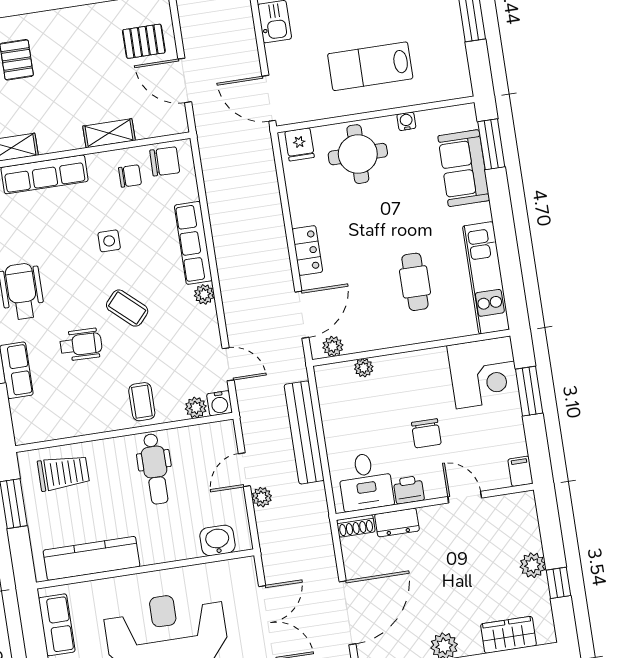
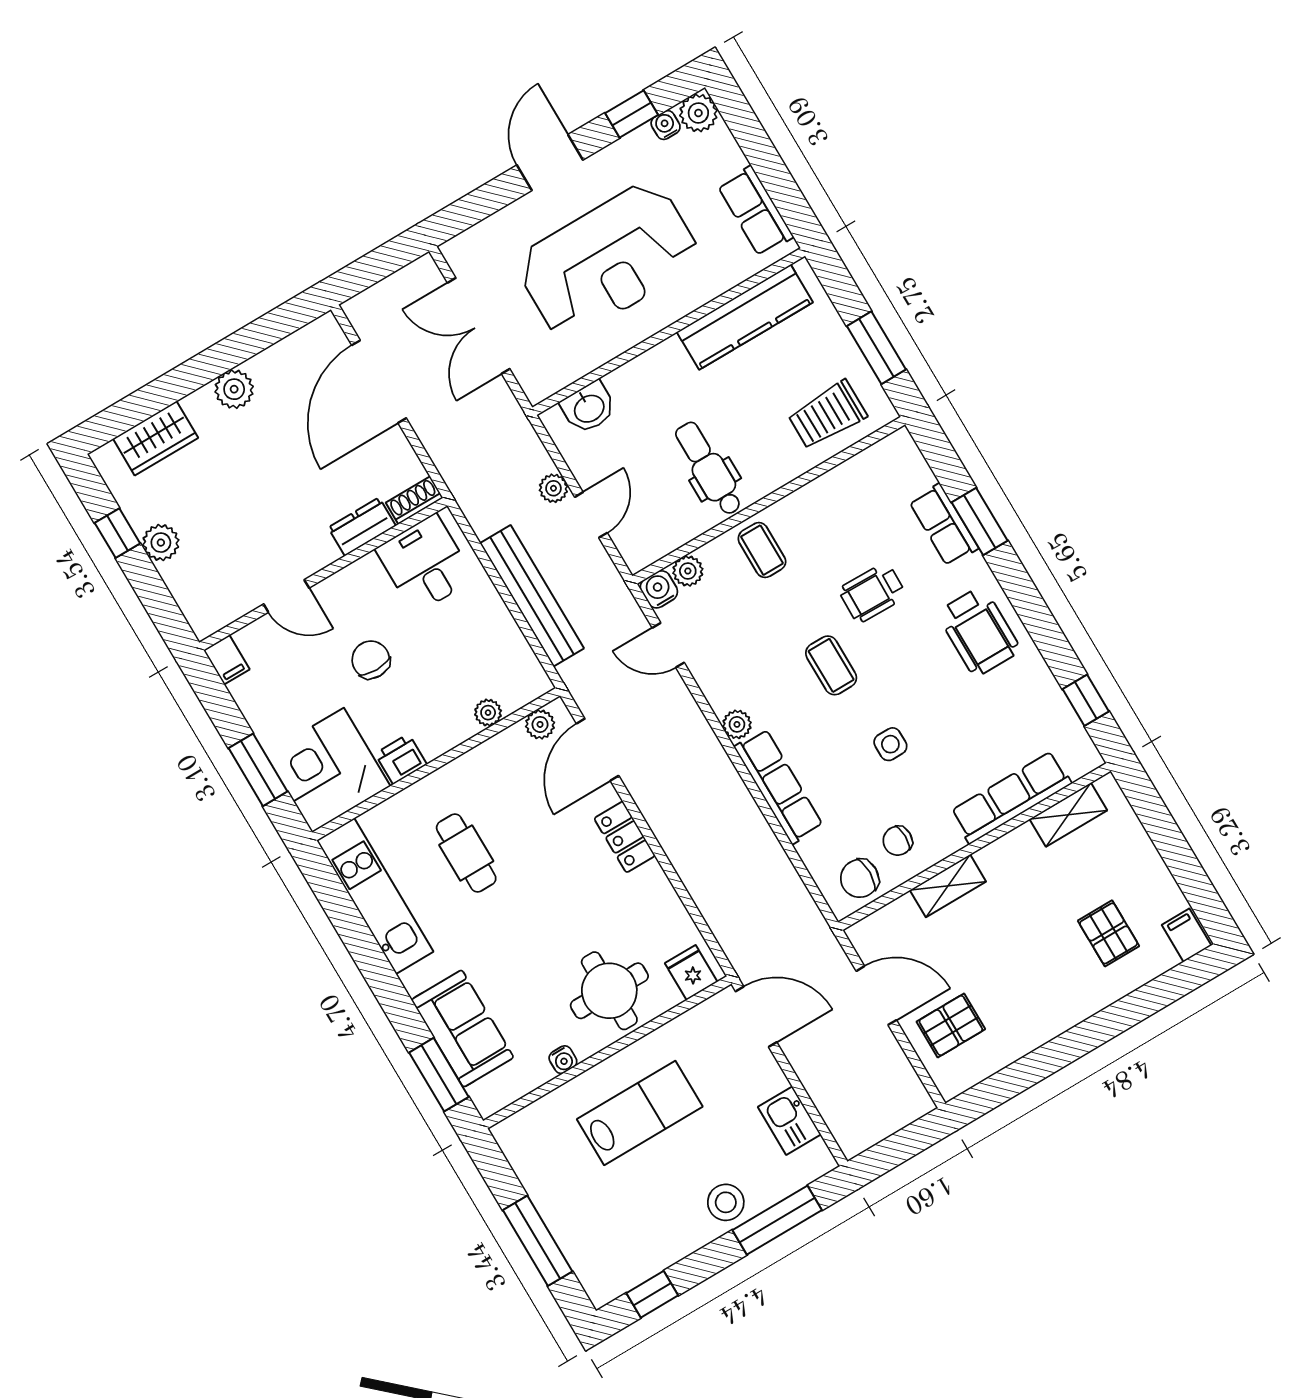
coffee table: (127, 308) -> (831, 665), turned 48
printer: (409, 490) -> (401, 759), moved, turned 180

